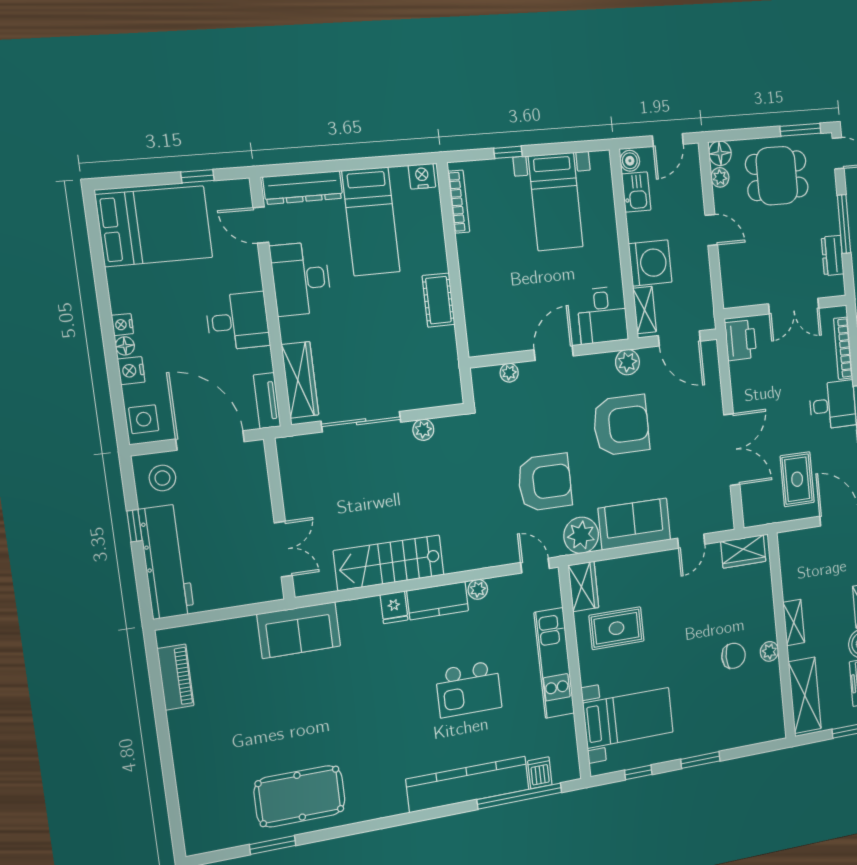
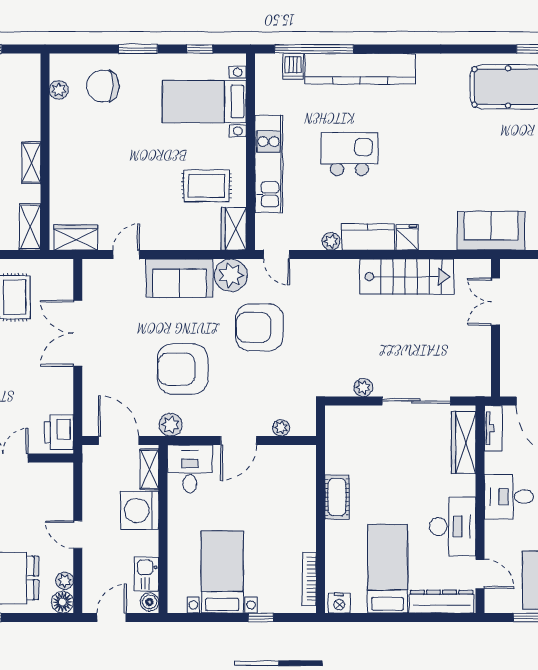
plant: (769, 651) -> (59, 90), moved
chair: (733, 656) -> (103, 86), moved, width x1.37, depth x1.37
shelving: (805, 695) -> (30, 227), moved, width x0.67, depth x0.75

